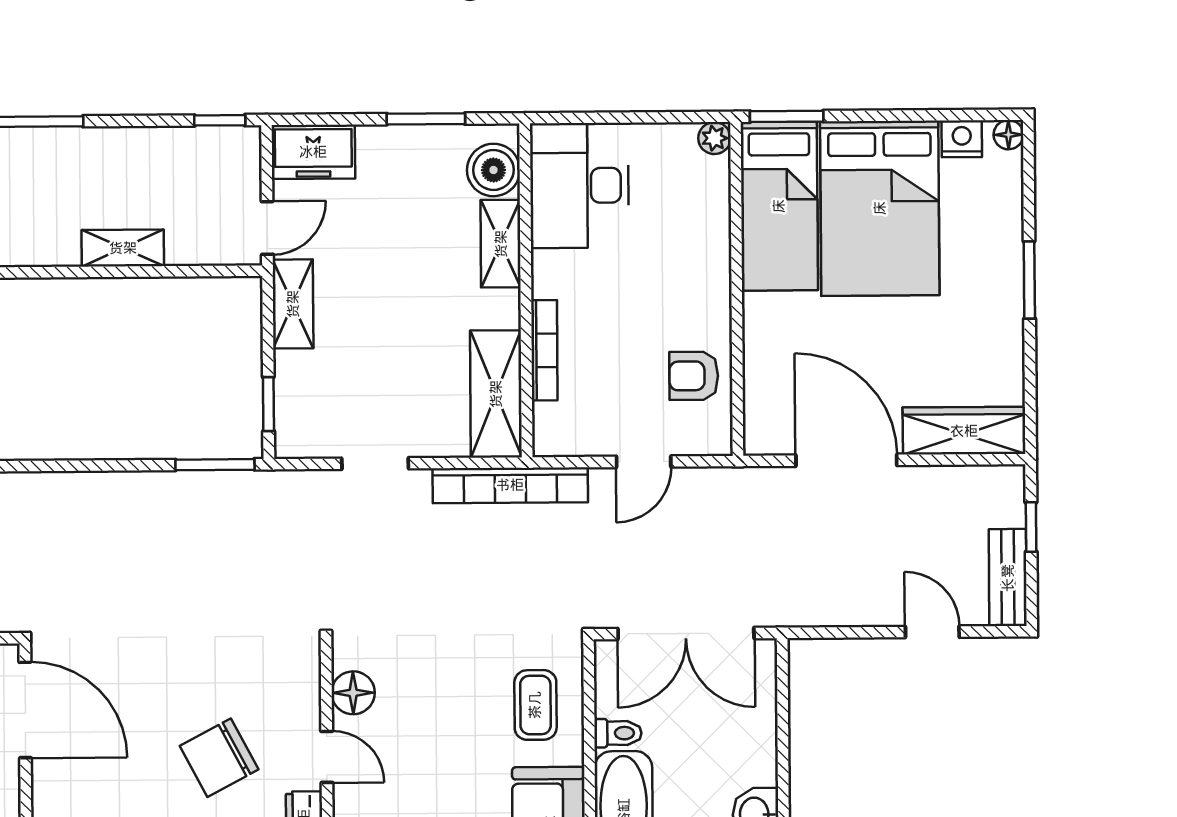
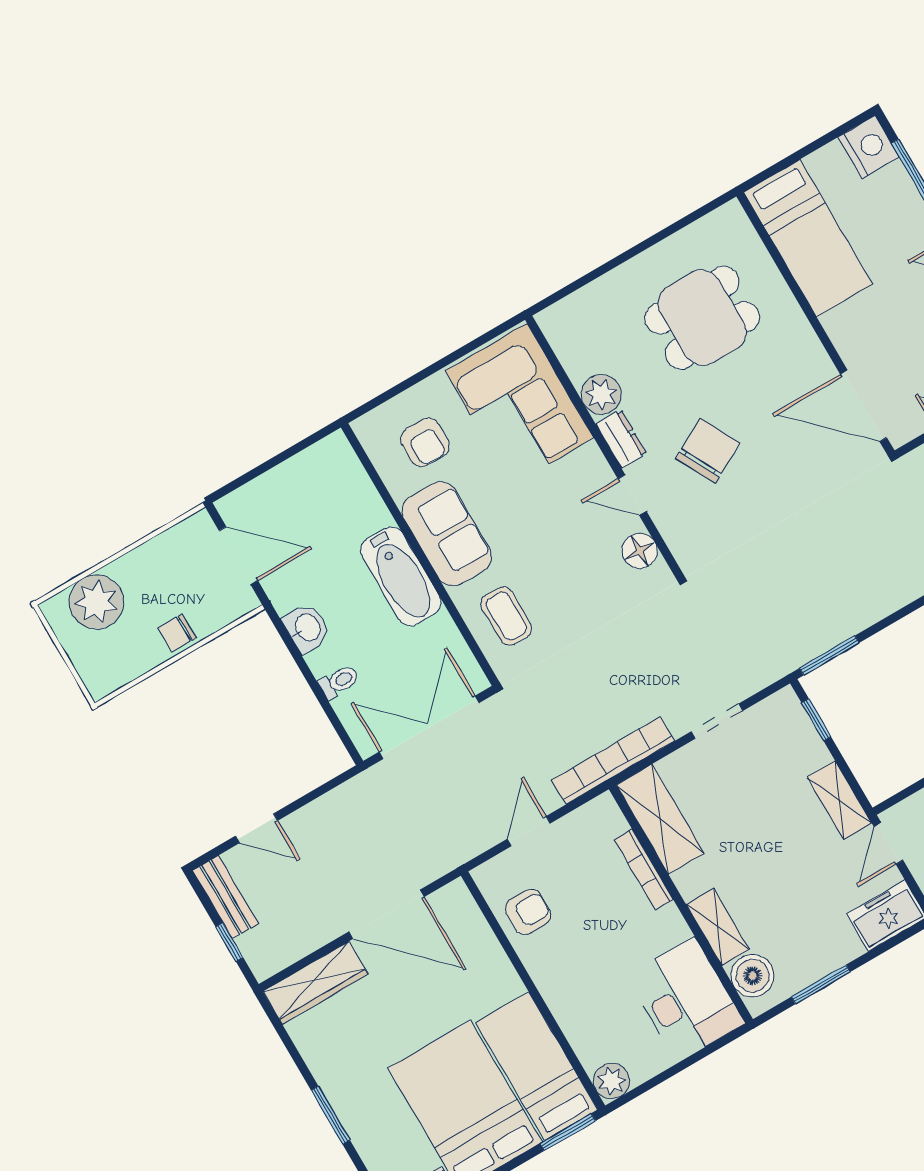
plant: (714, 138) -> (612, 1081), width x1.38, depth x1.38
toilet: (618, 733) -> (339, 682), moved, turned 180

